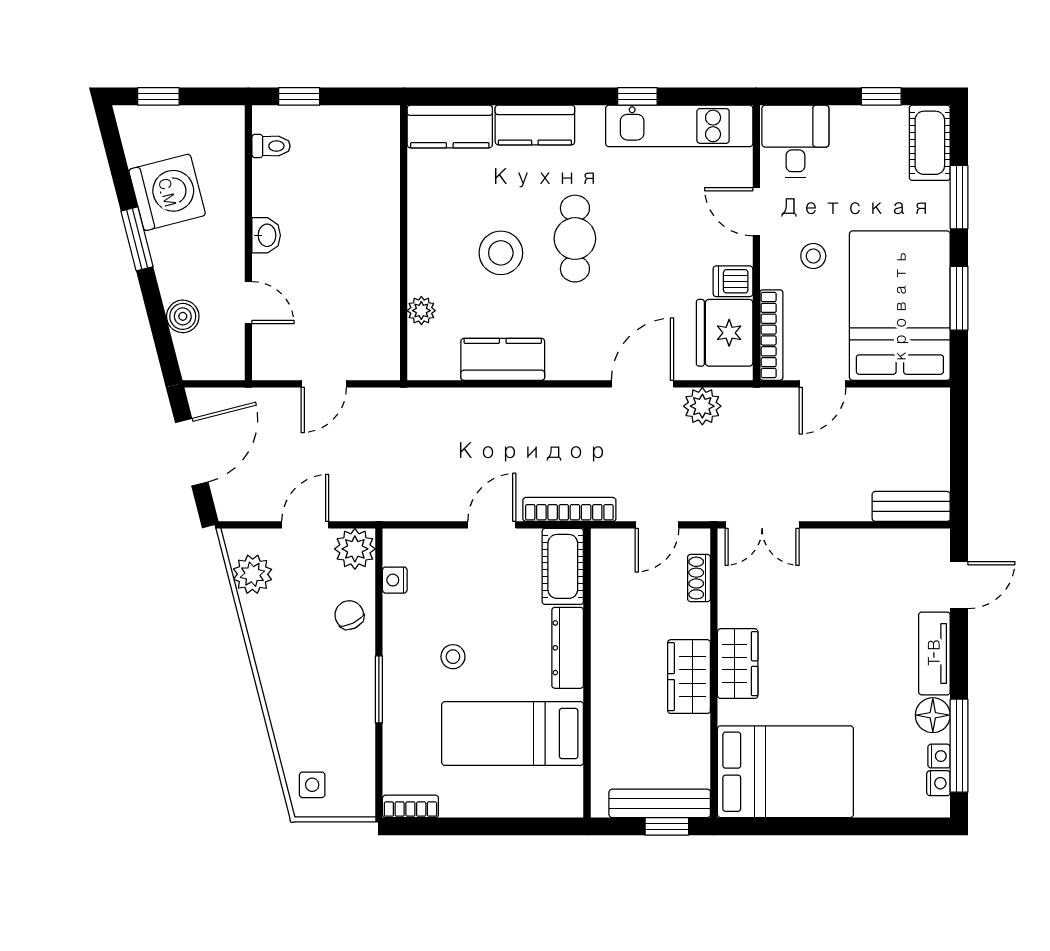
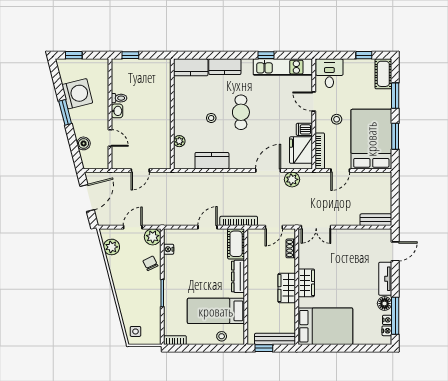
toilet: (271, 146) -> (119, 98), moved
stool: (501, 253) -> (211, 118), width x0.53, depth x0.53
stool: (453, 657) -> (222, 336), moved
window: (667, 826) -> (264, 348), moved

